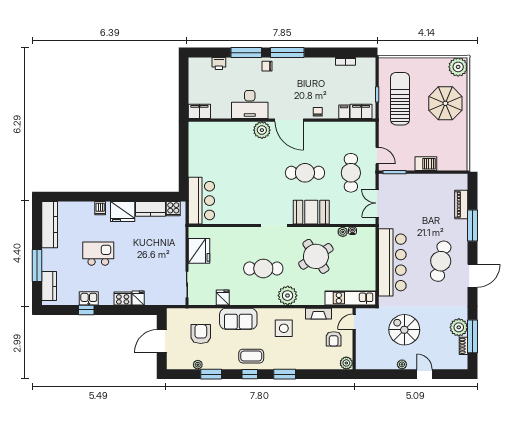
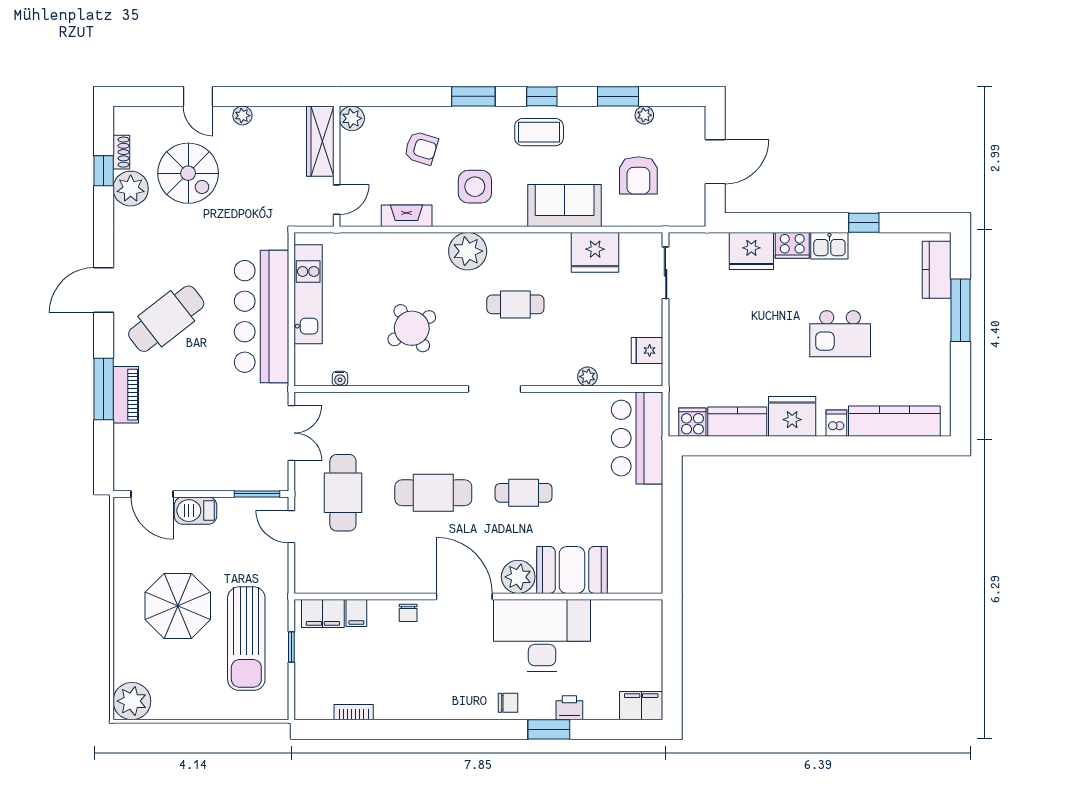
window: (246, 53) -> (549, 729), width x0.69
window: (287, 53) -> (468, 729), removed
printer: (219, 64) -> (569, 708), moved
parasol: (445, 103) -> (178, 606), moved
desk: (250, 104) -> (542, 636), width x1.36, depth x1.30
filing cabinet: (199, 111) -> (641, 706), moved, turned 180
door: (448, 172) -> (152, 494), added
cafe table: (259, 173) -> (524, 493), added
piano: (461, 204) -> (126, 395), moved
booth: (311, 212) -> (572, 570), moved
kitchen counter: (50, 225) -> (894, 421), moved, turned 90
plant: (343, 232) -> (587, 377), moved
fridge: (199, 251) -> (647, 350), width x0.53, depth x0.75
round table: (316, 256) -> (412, 328), width x0.73, depth x0.73
cafe table: (441, 261) -> (166, 319), turned 39
cafe table: (263, 268) -> (515, 304), width x0.73, depth x0.74
kitchen sink: (89, 298) -> (829, 246), moved
fridge: (138, 298) -> (751, 251), width x1.88, depth x1.34
fridge: (223, 298) -> (595, 252), width x1.88, depth x1.34
kitchen unit: (350, 298) -> (308, 294), moved, turned -90
spiral stairs: (404, 330) -> (188, 173), moved
window: (473, 336) -> (104, 171), width x0.46
armchair: (334, 339) -> (421, 148), moved, turned 107
wardrobe: (362, 351) -> (320, 141), added

